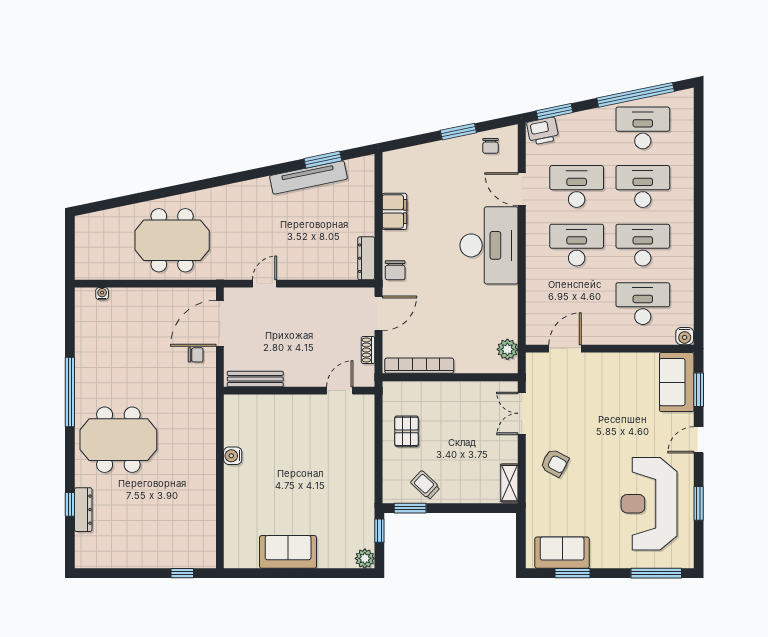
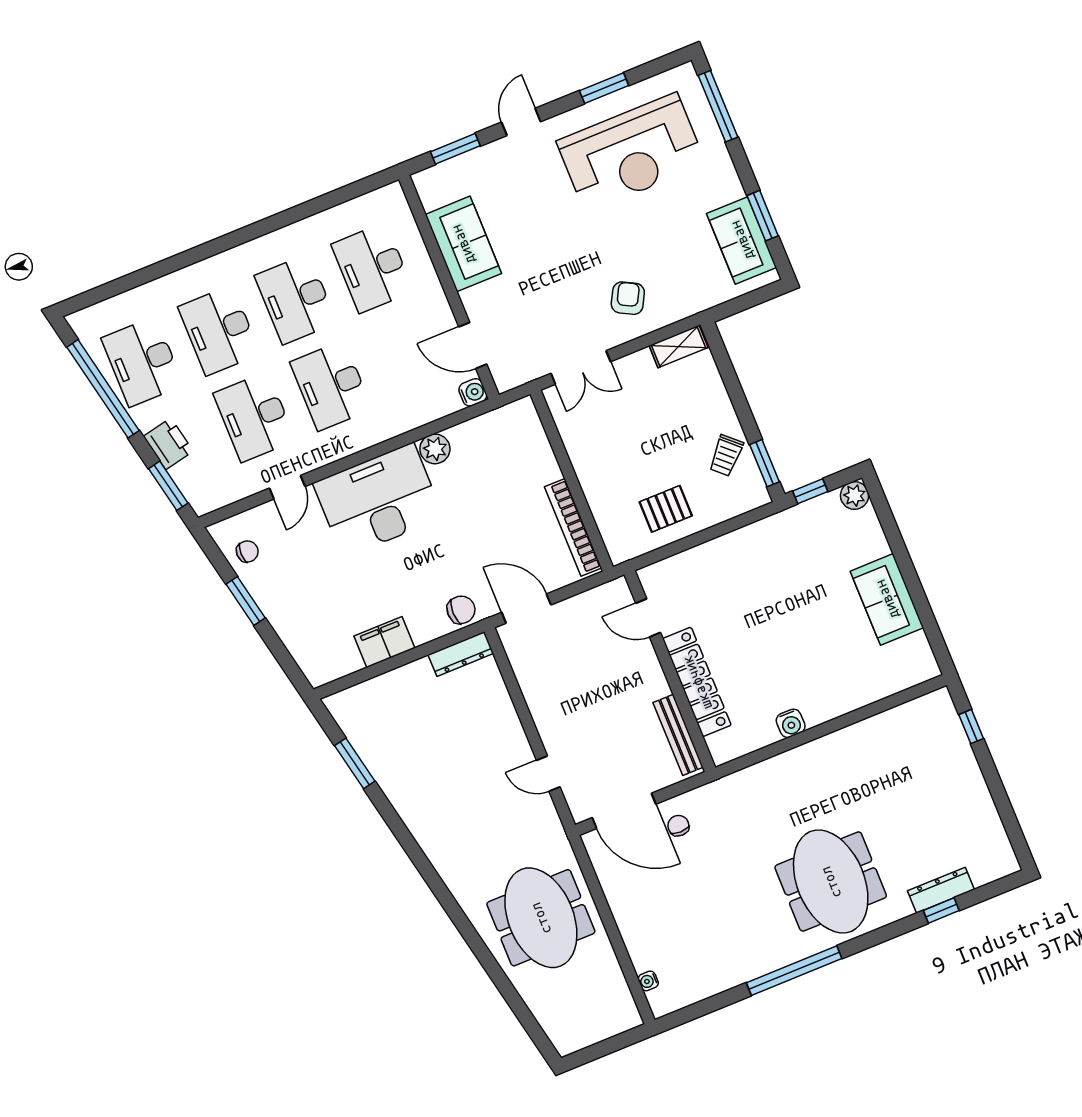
printer: (543, 131) -> (168, 444), moved
tv unit: (308, 177) -> (386, 773), removed
door: (522, 189) -> (287, 487), width x0.73
water cooler: (685, 336) -> (473, 392), moved
plant: (507, 349) -> (435, 449), moved
shoe rack: (368, 350) -> (580, 603), removed
sofa: (677, 382) -> (463, 244), moved, turned -90
locker: (285, 405) -> (697, 682), added
door: (699, 440) -> (521, 122), swing flipped

